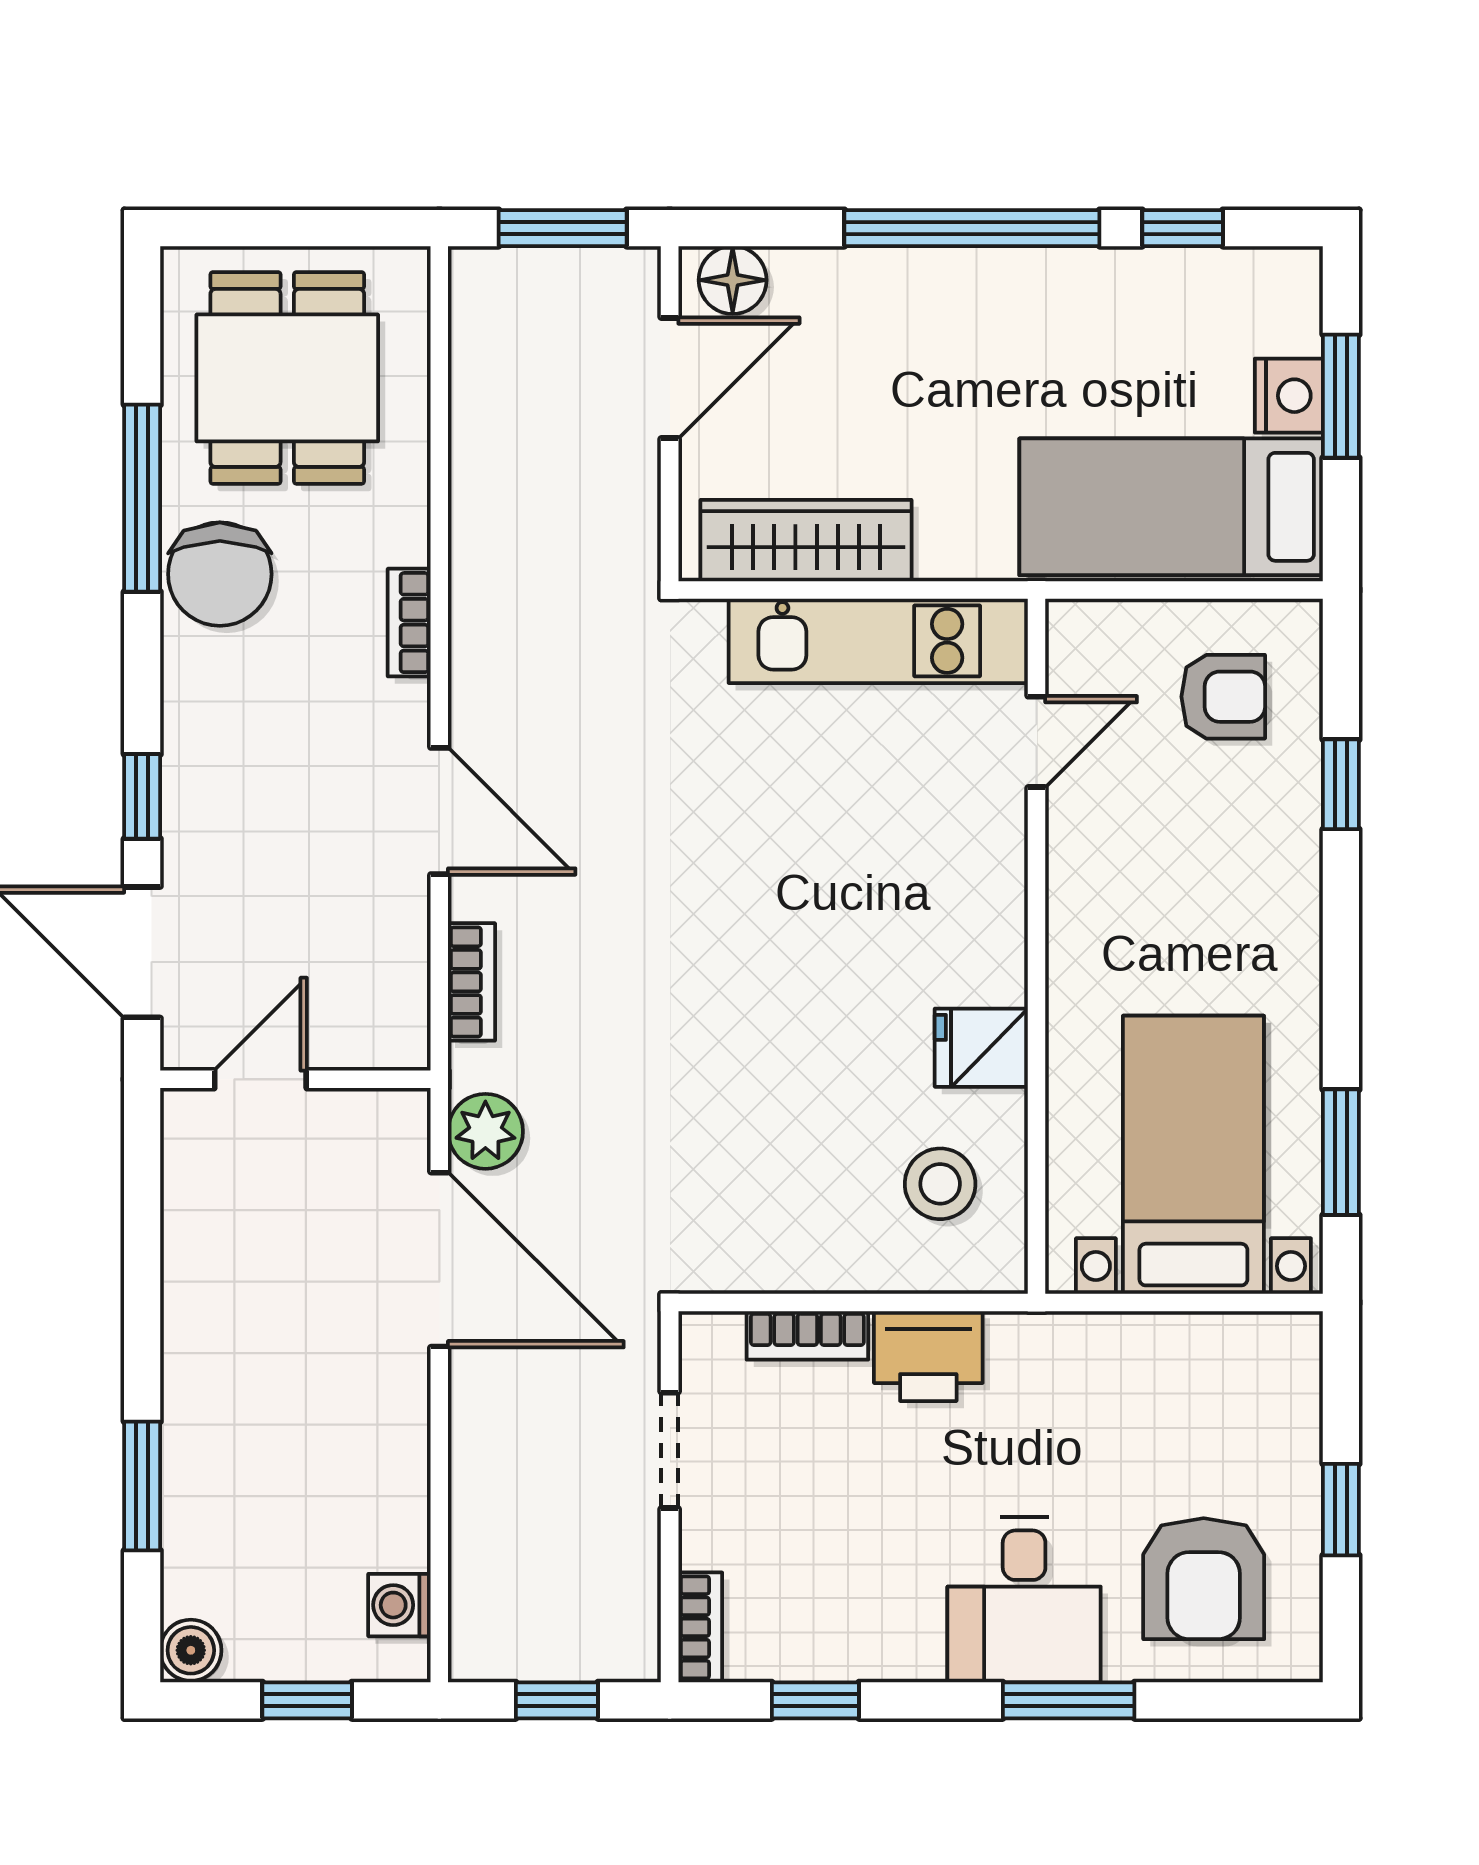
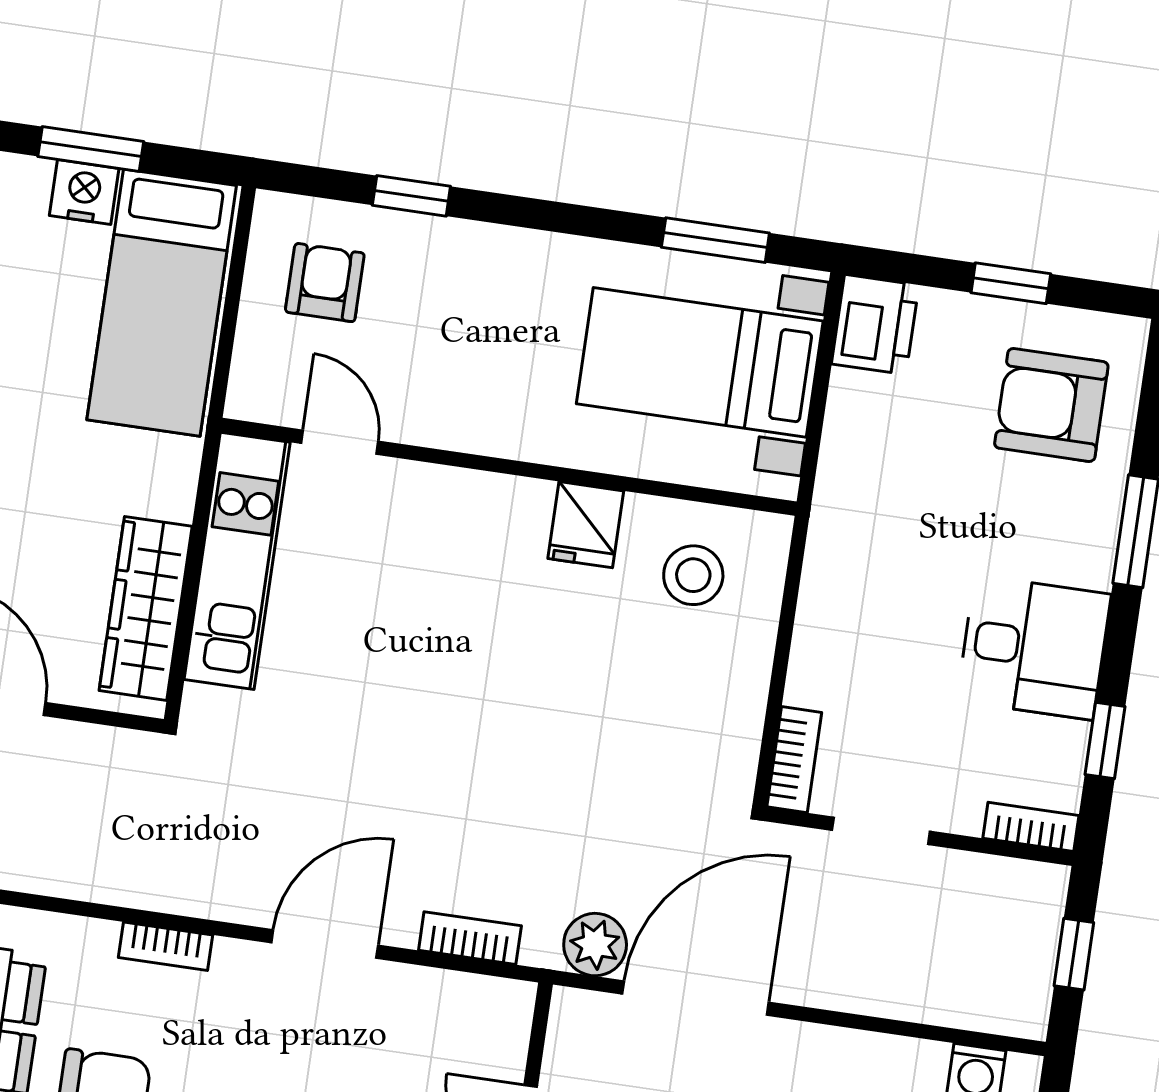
bookcase: (807, 1335) -> (794, 760), moved
printer: (928, 1356) -> (875, 325), moved
armchair: (1204, 1579) -> (1051, 405), turned 180
desk: (1024, 1600) -> (1034, 647), moved

